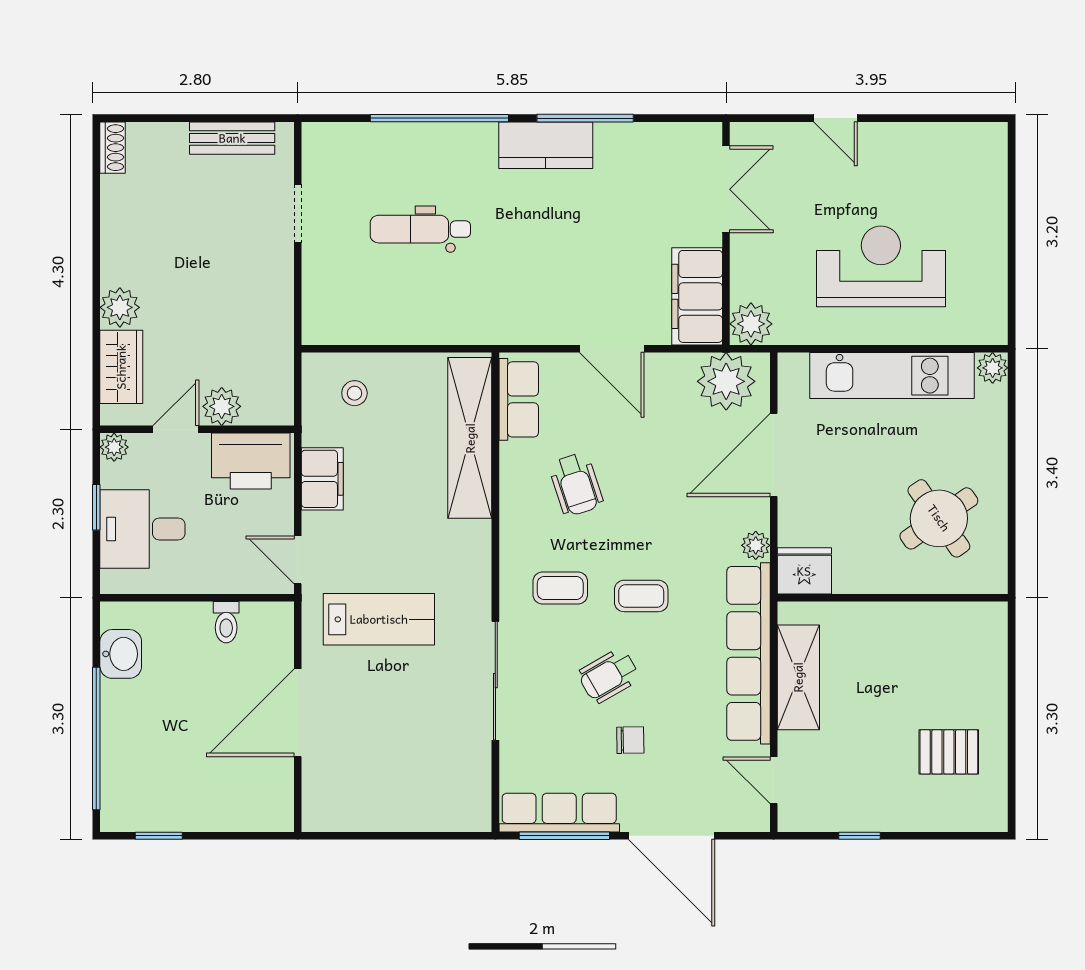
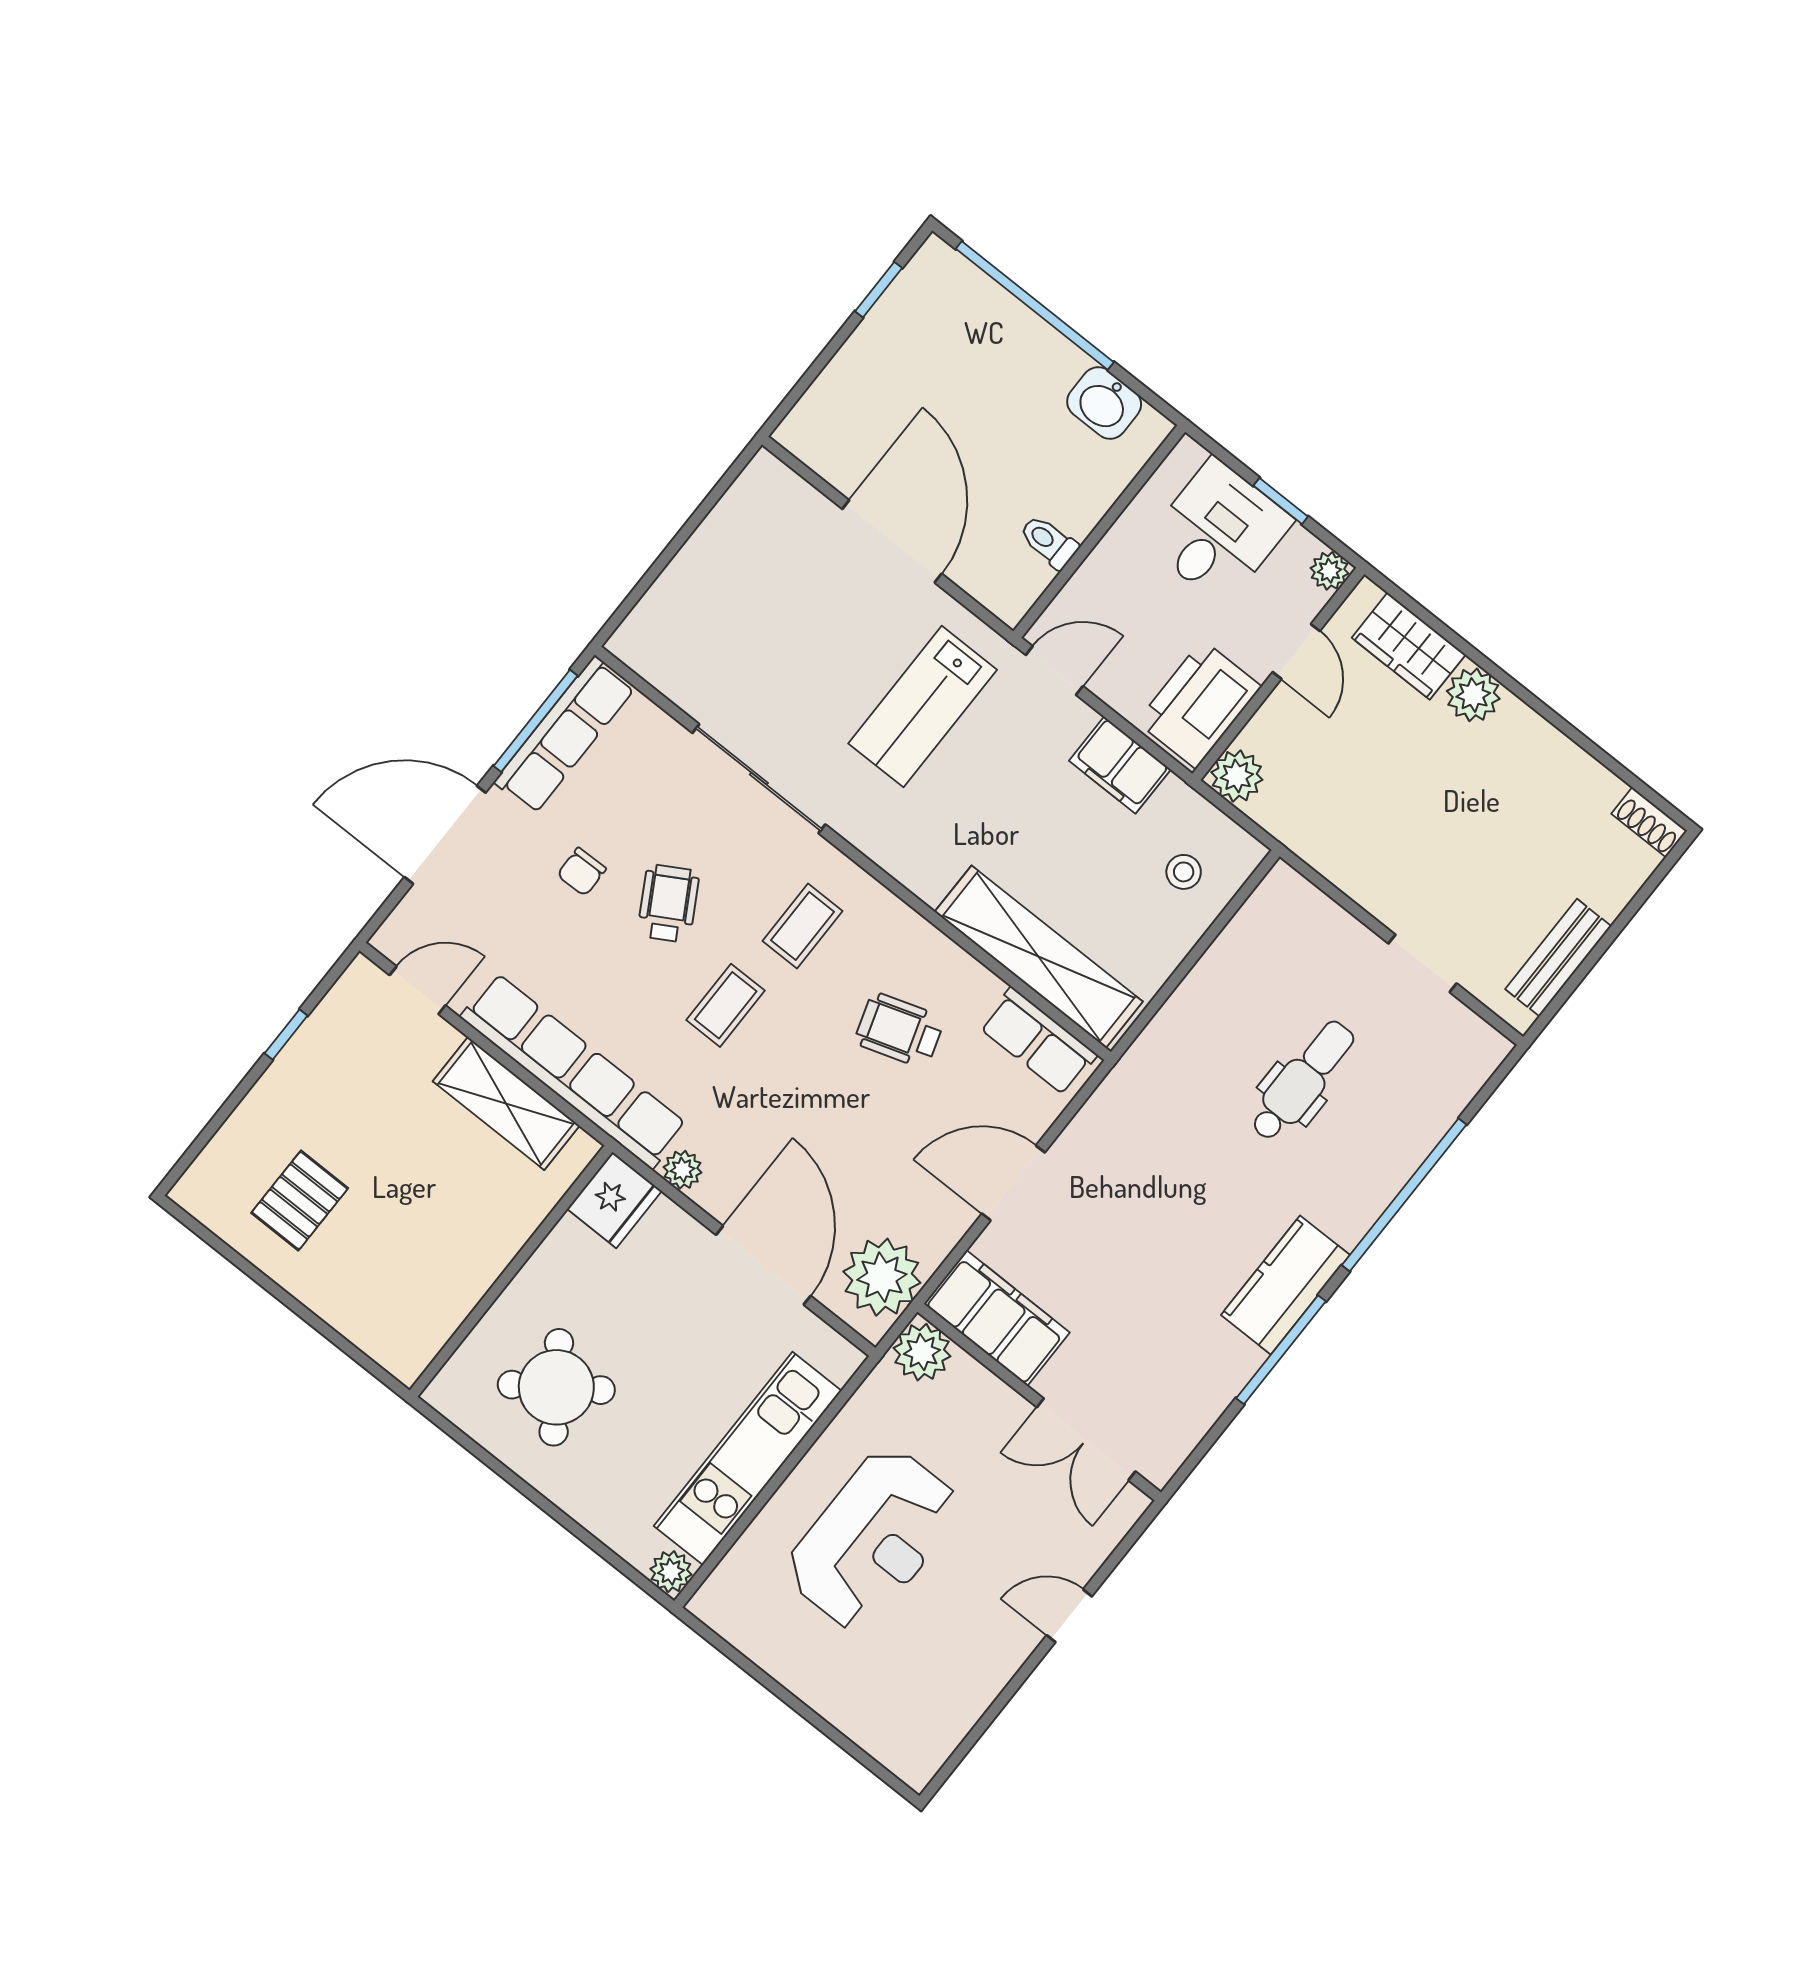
plant: (222, 406) -> (1237, 776), moved

